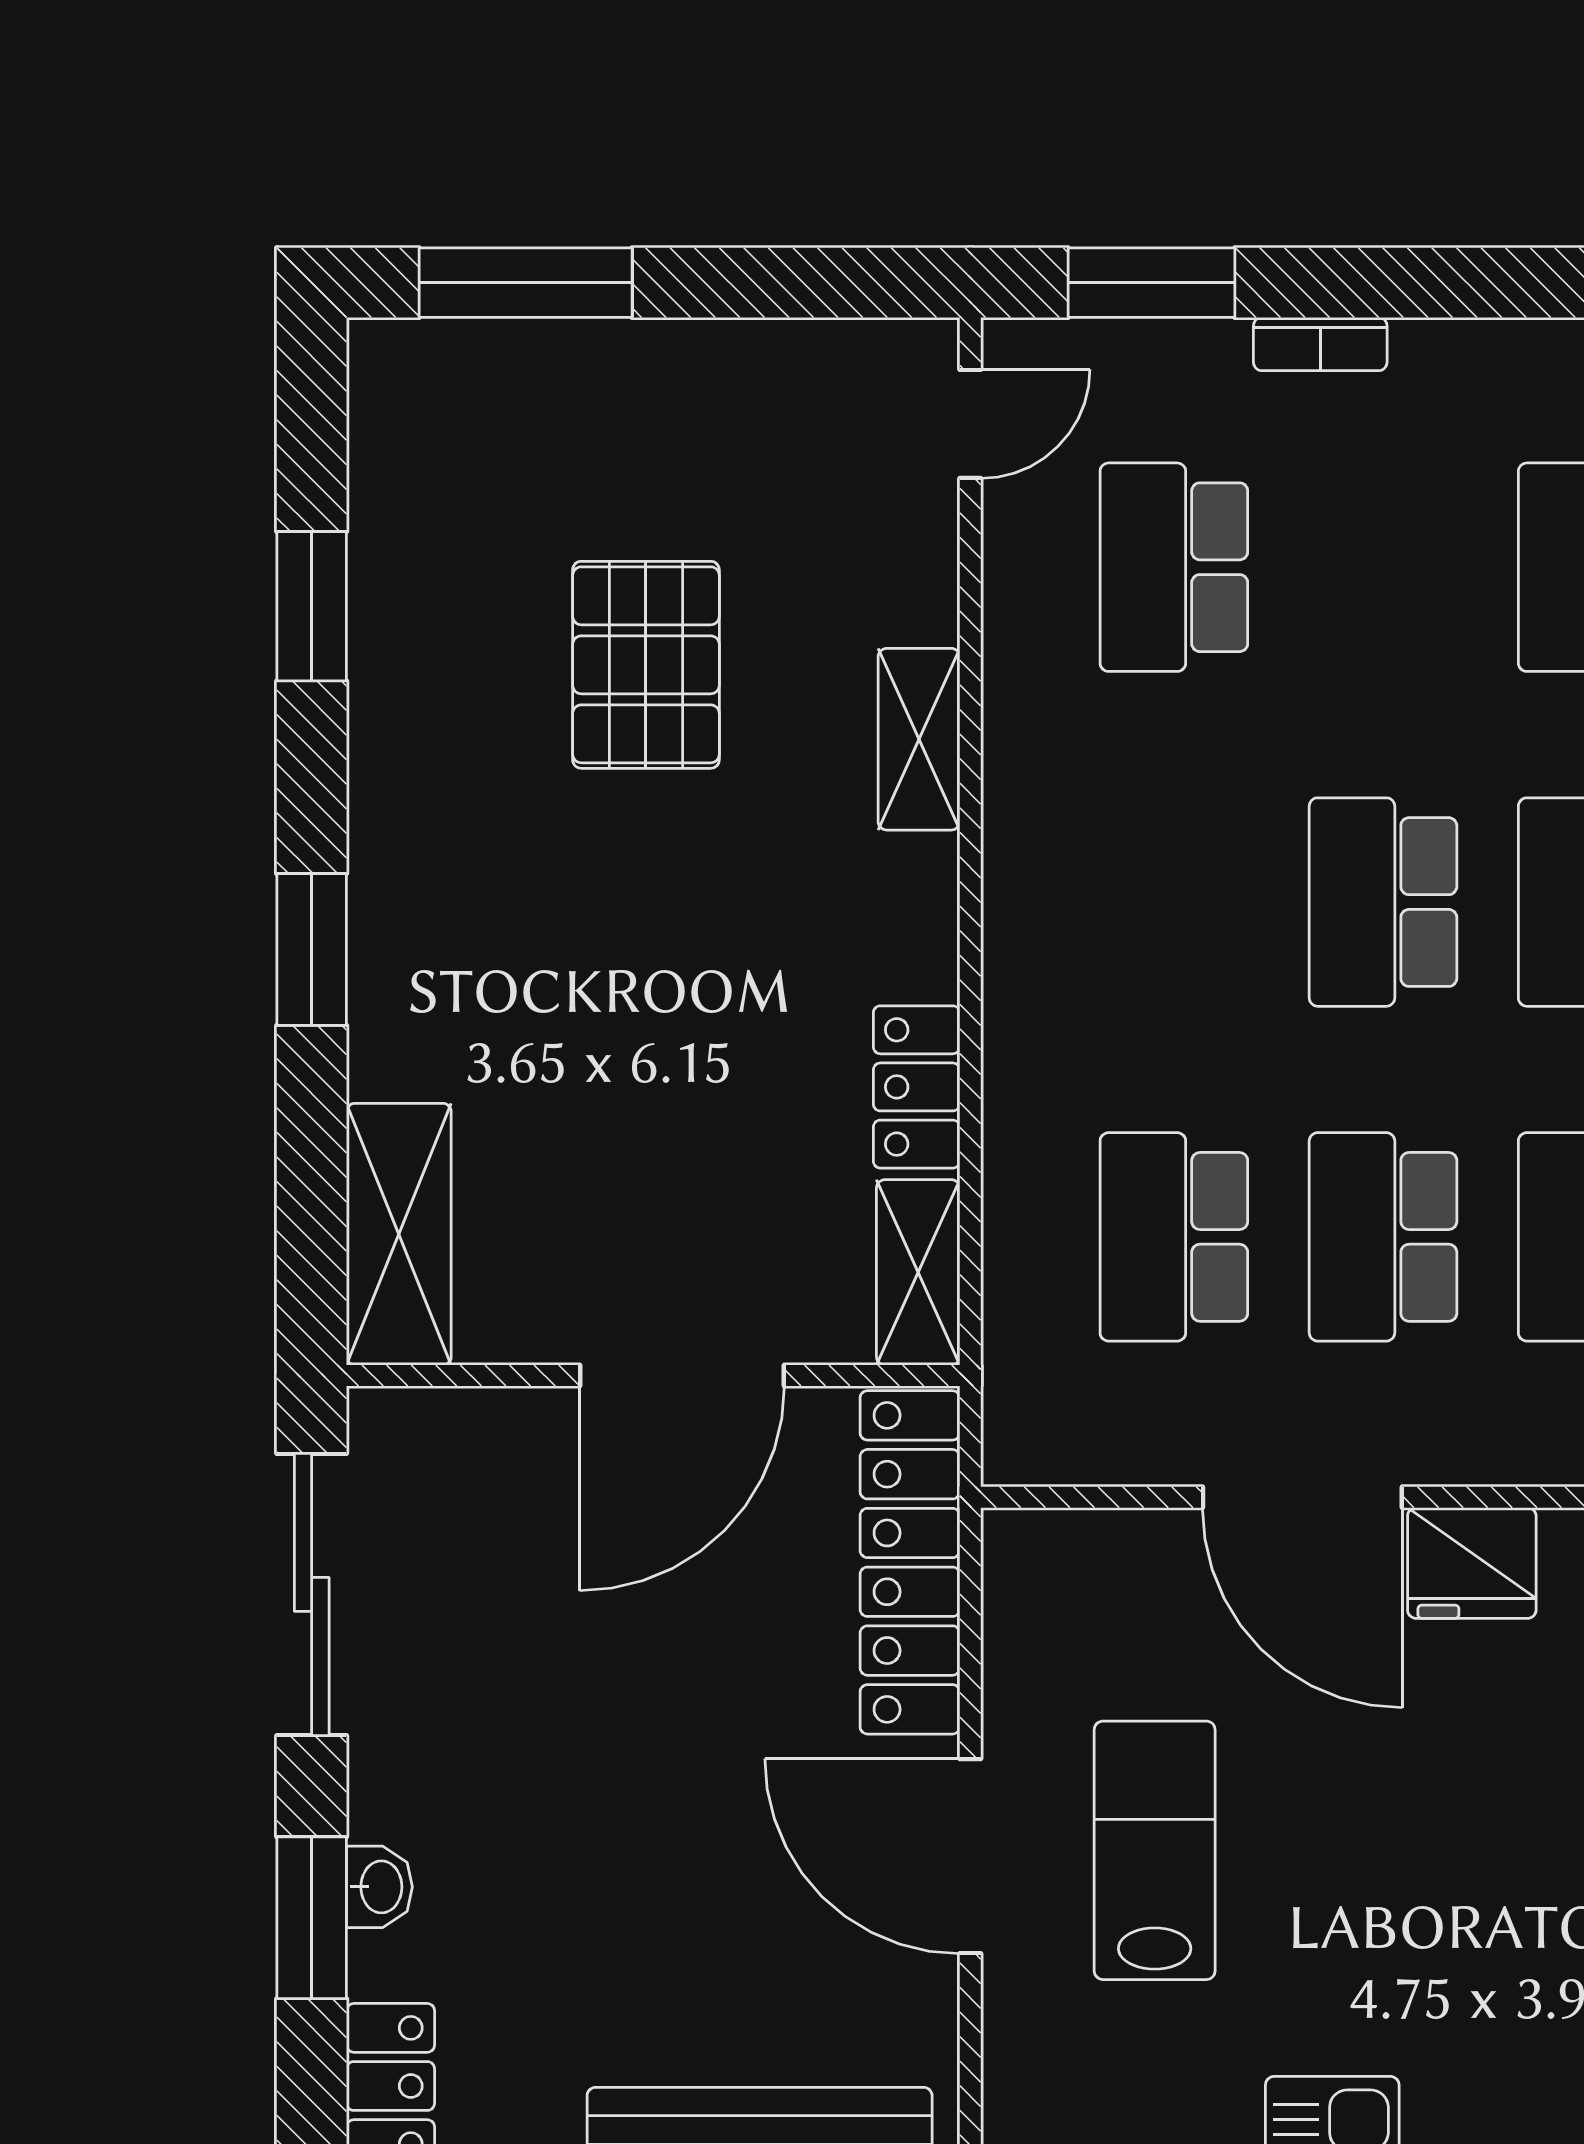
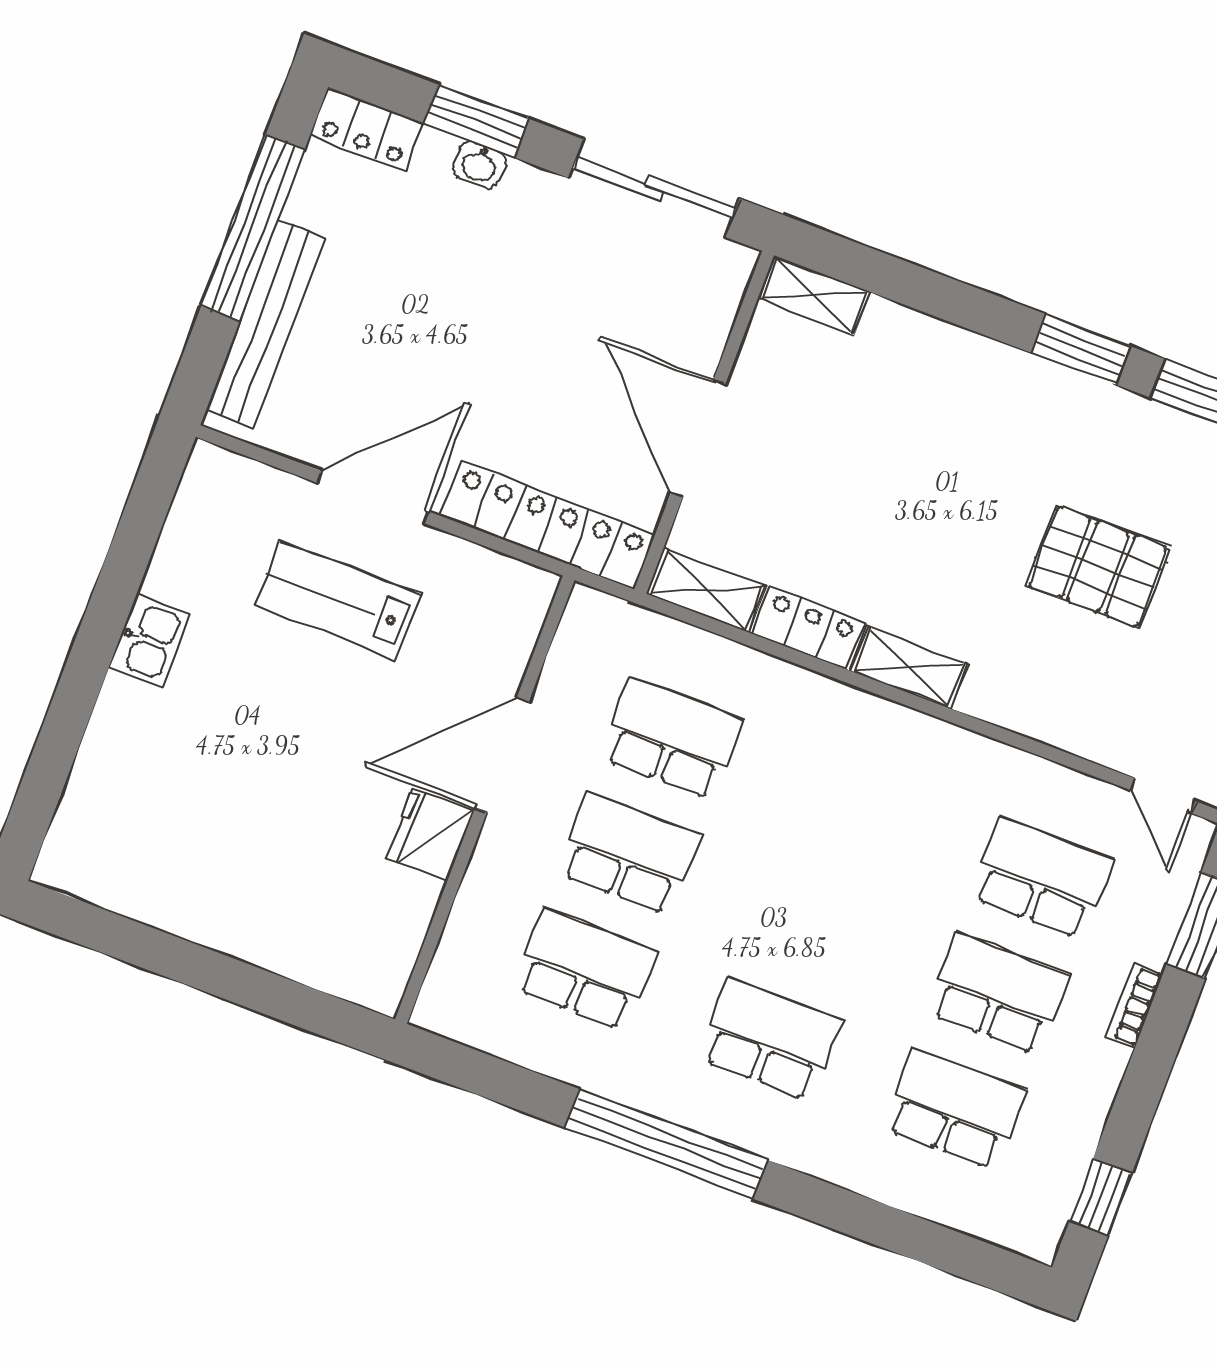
shelving: (919, 739) -> (909, 667), moved
school desk: (1383, 902) -> (998, 994), moved
window: (312, 950) -> (1080, 349), moved
shelving: (399, 1234) -> (814, 295), width x0.67, depth x0.75
lab bench: (1155, 1850) -> (338, 600), turned 180

